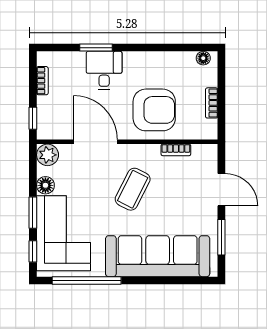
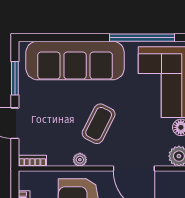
bookcase: (176, 150) -> (32, 161), moved
plant: (152, 151) -> (80, 160), added

